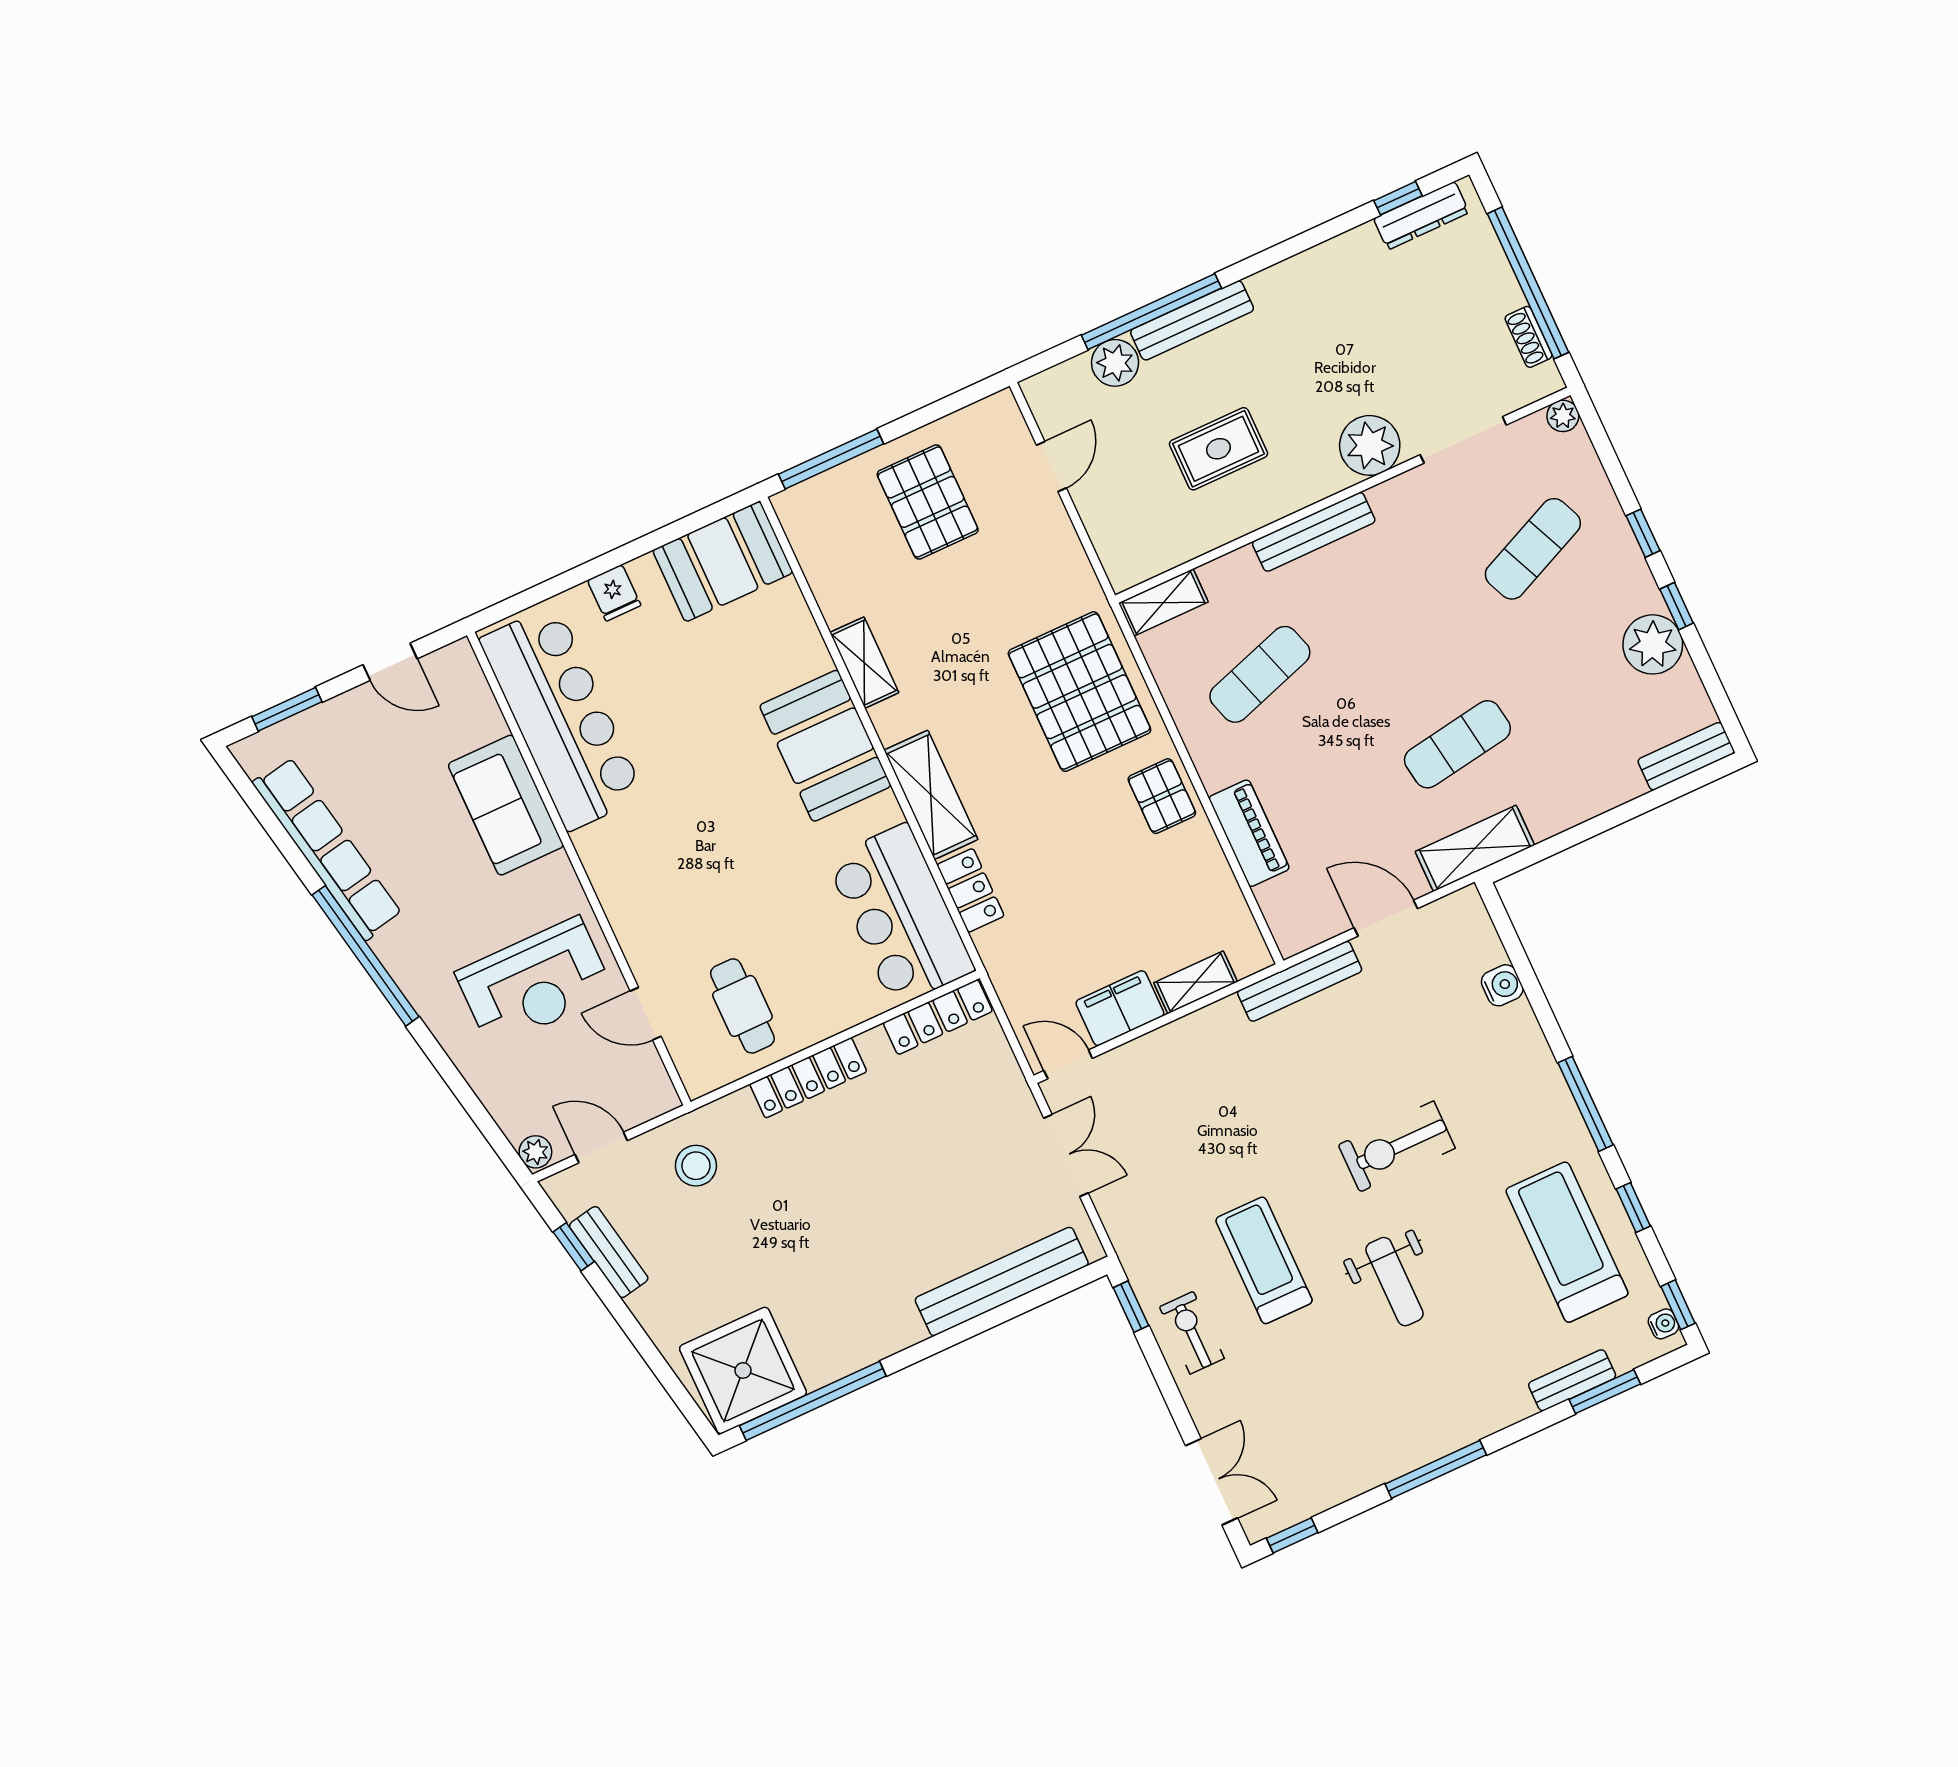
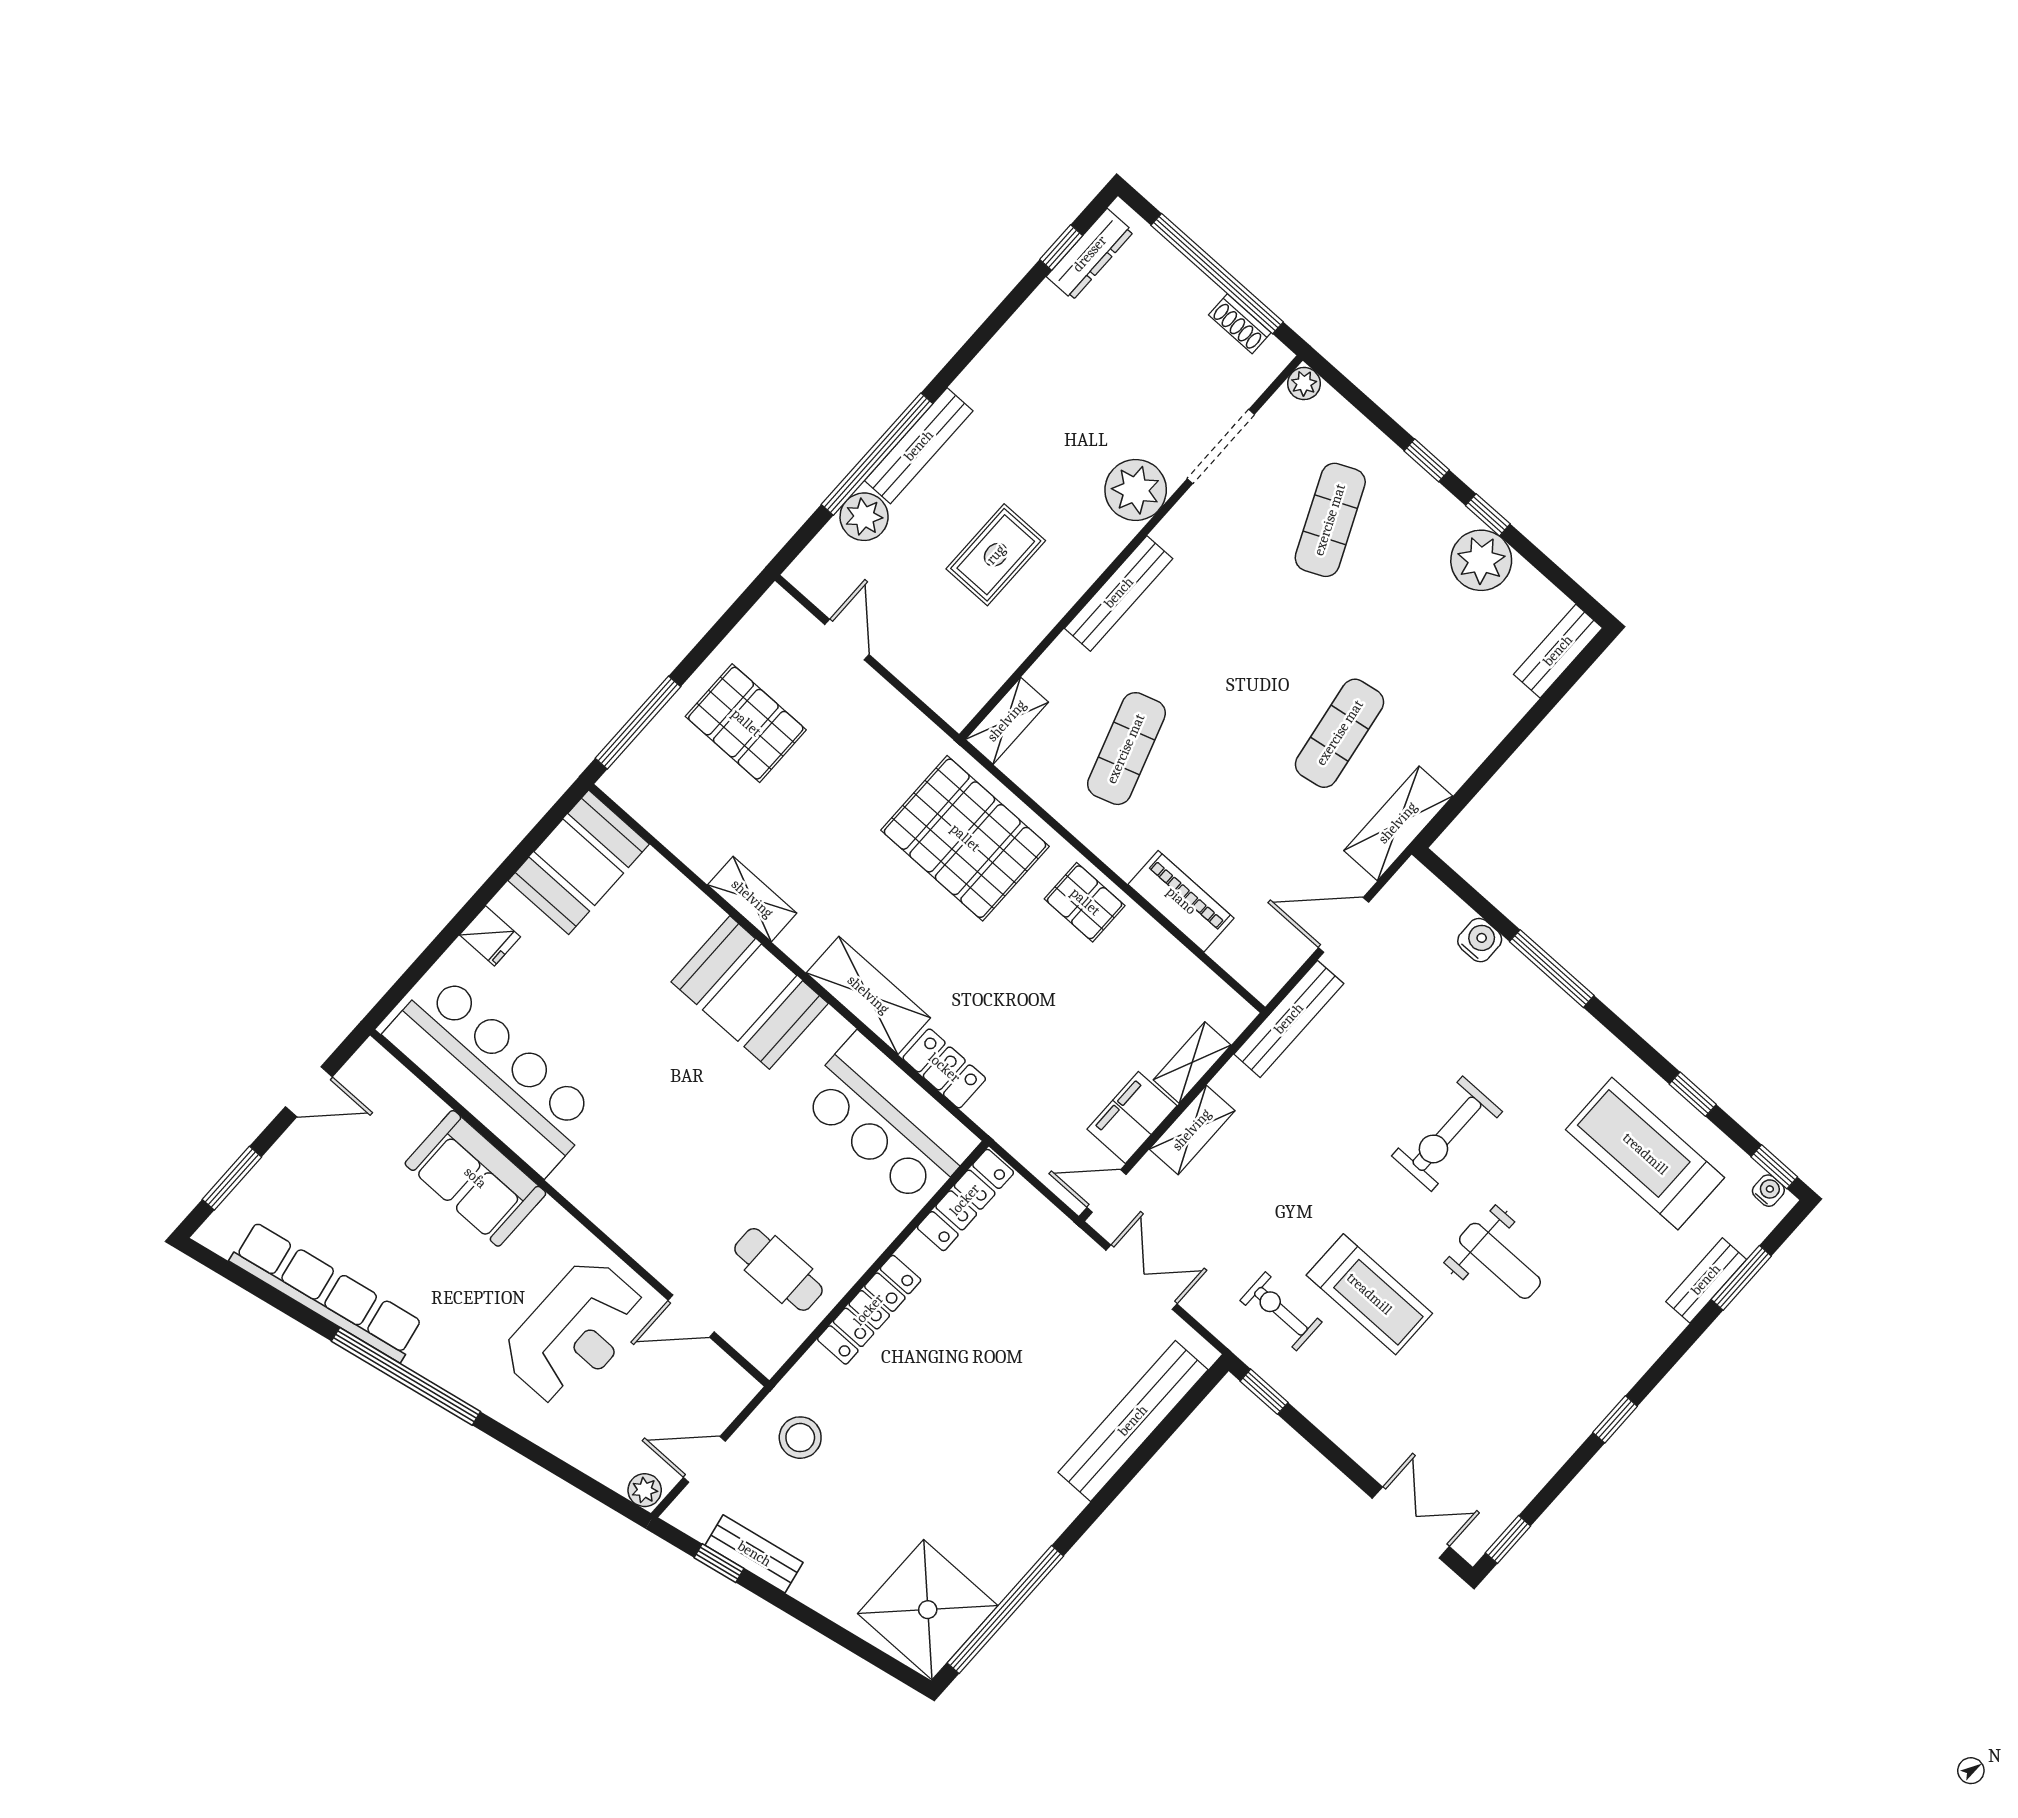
shelving: (1169, 1043) -> (1192, 1130), added
window: (1586, 1104) -> (1552, 969), moved
treadmill: (1264, 1260) -> (1369, 1294), turned 180
exercise bike: (1192, 1333) -> (1281, 1311), moved
window: (1436, 1469) -> (1615, 1419), width x0.46

